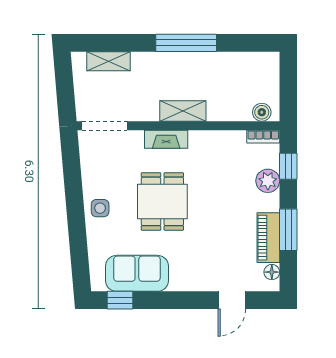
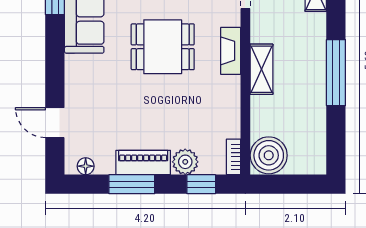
boiler: (262, 112) -> (269, 155), width x1.86, depth x1.86
piano: (268, 238) -> (143, 162), moved

